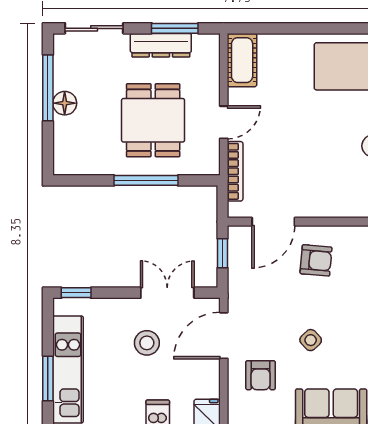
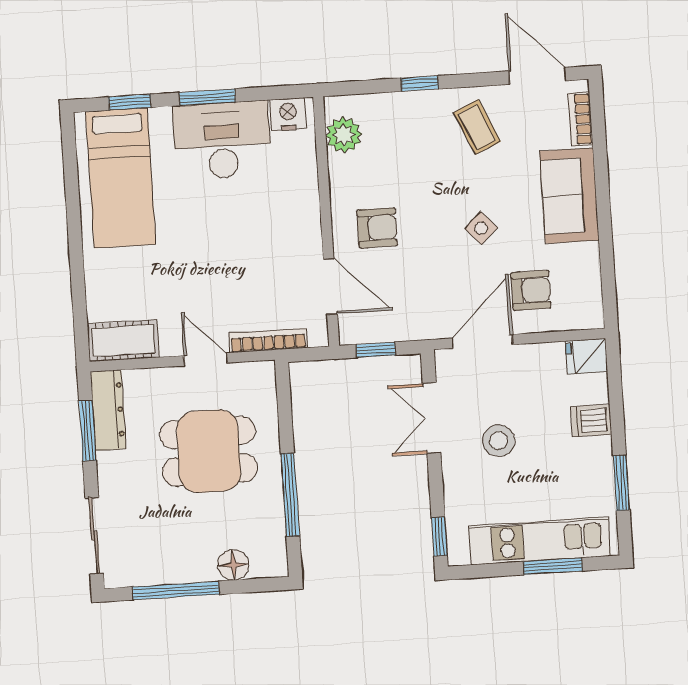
dresser: (161, 45) -> (108, 410), moved
floor lamp: (65, 103) -> (233, 565), moved
window: (146, 180) -> (290, 495), moved
armchair: (316, 260) -> (377, 228), turned 85
door: (224, 336) -> (483, 341), swing flipped

